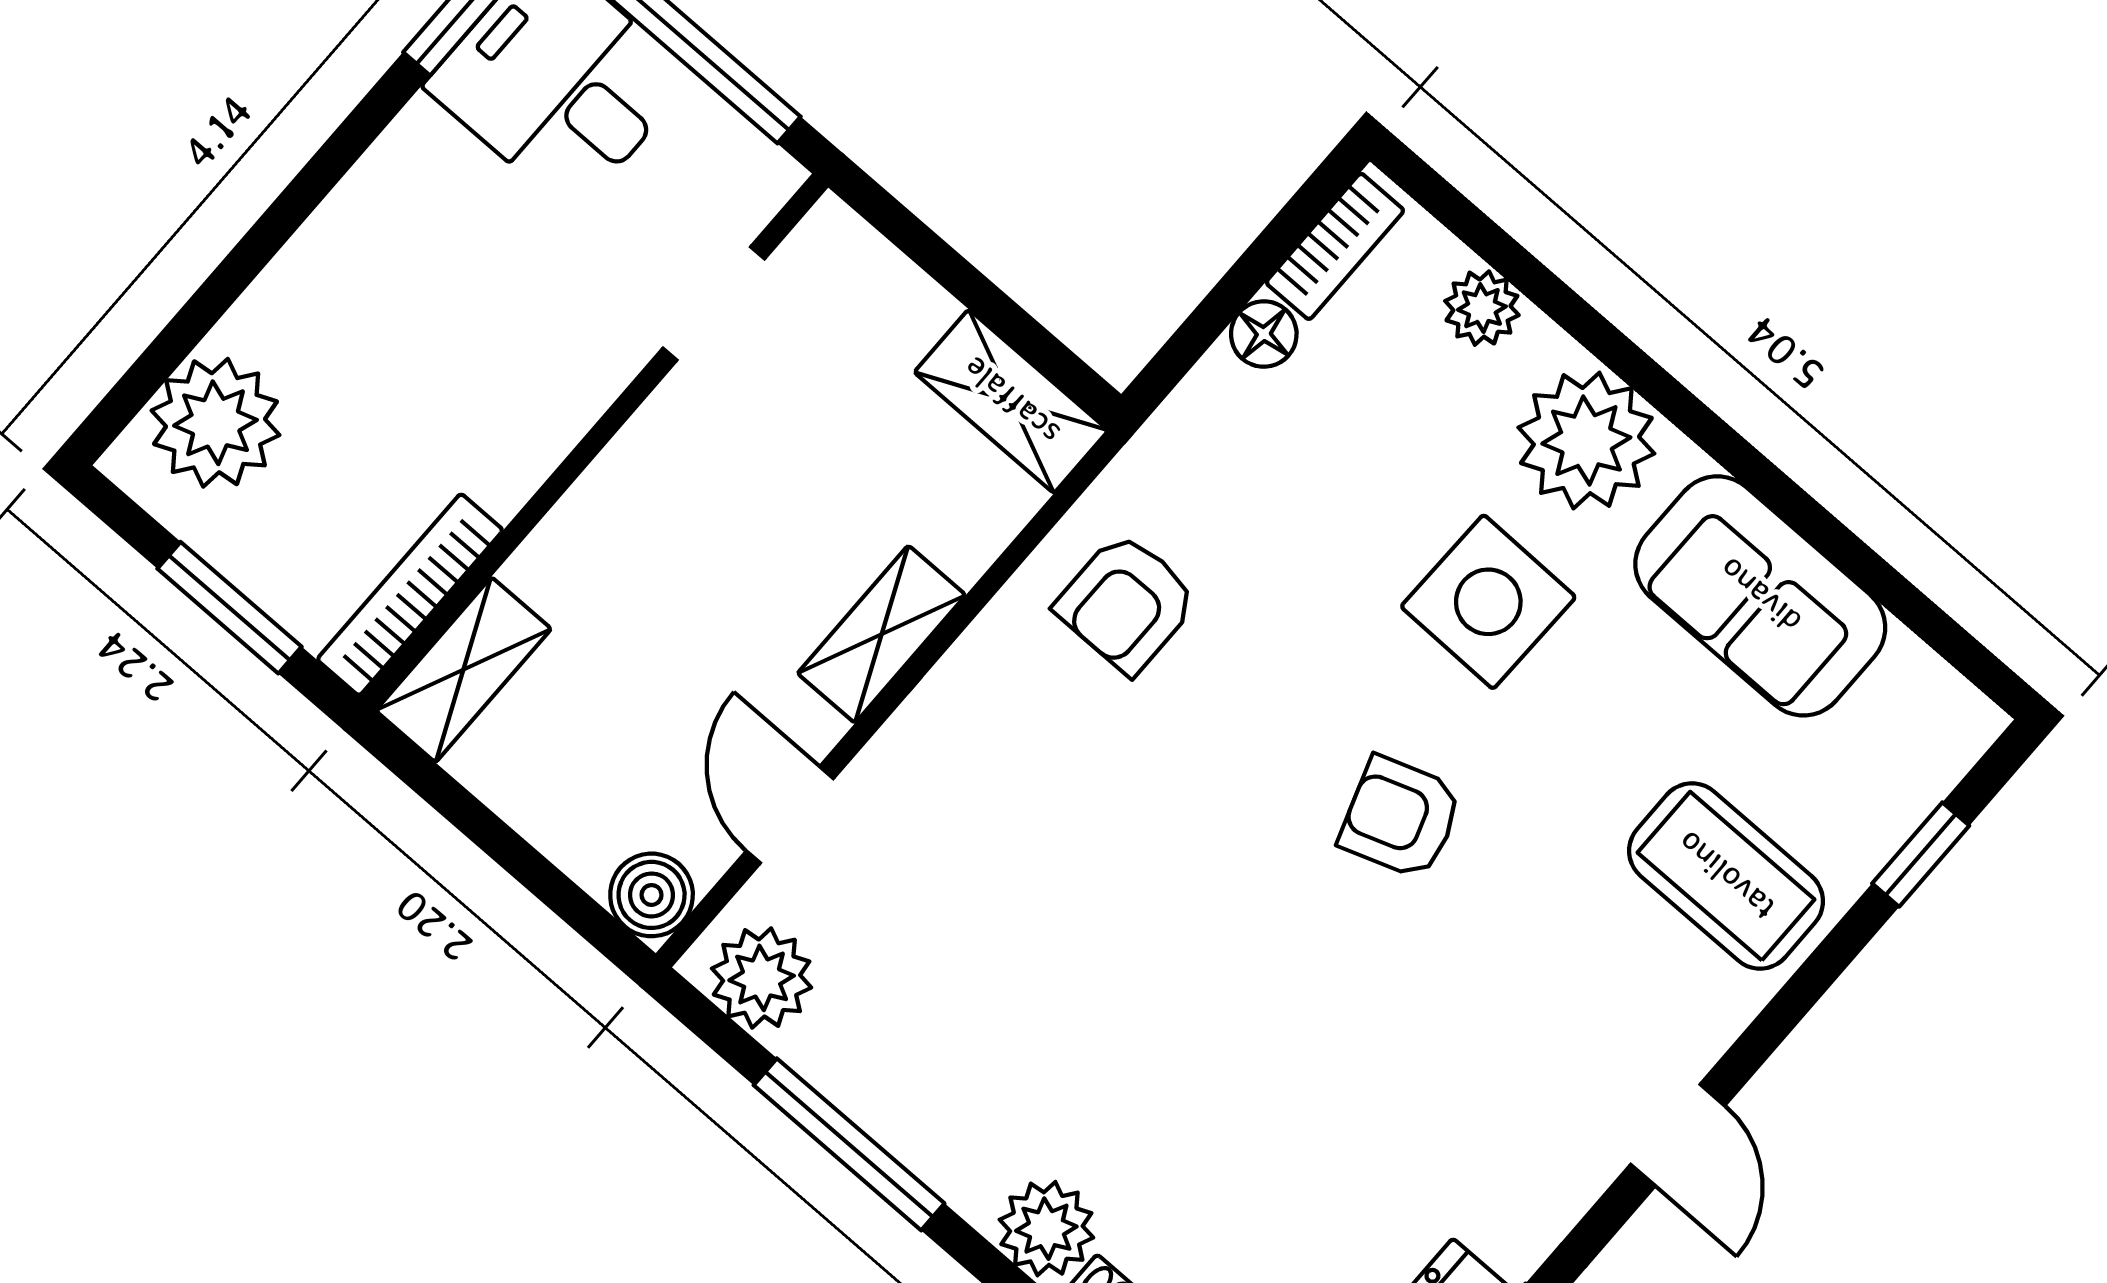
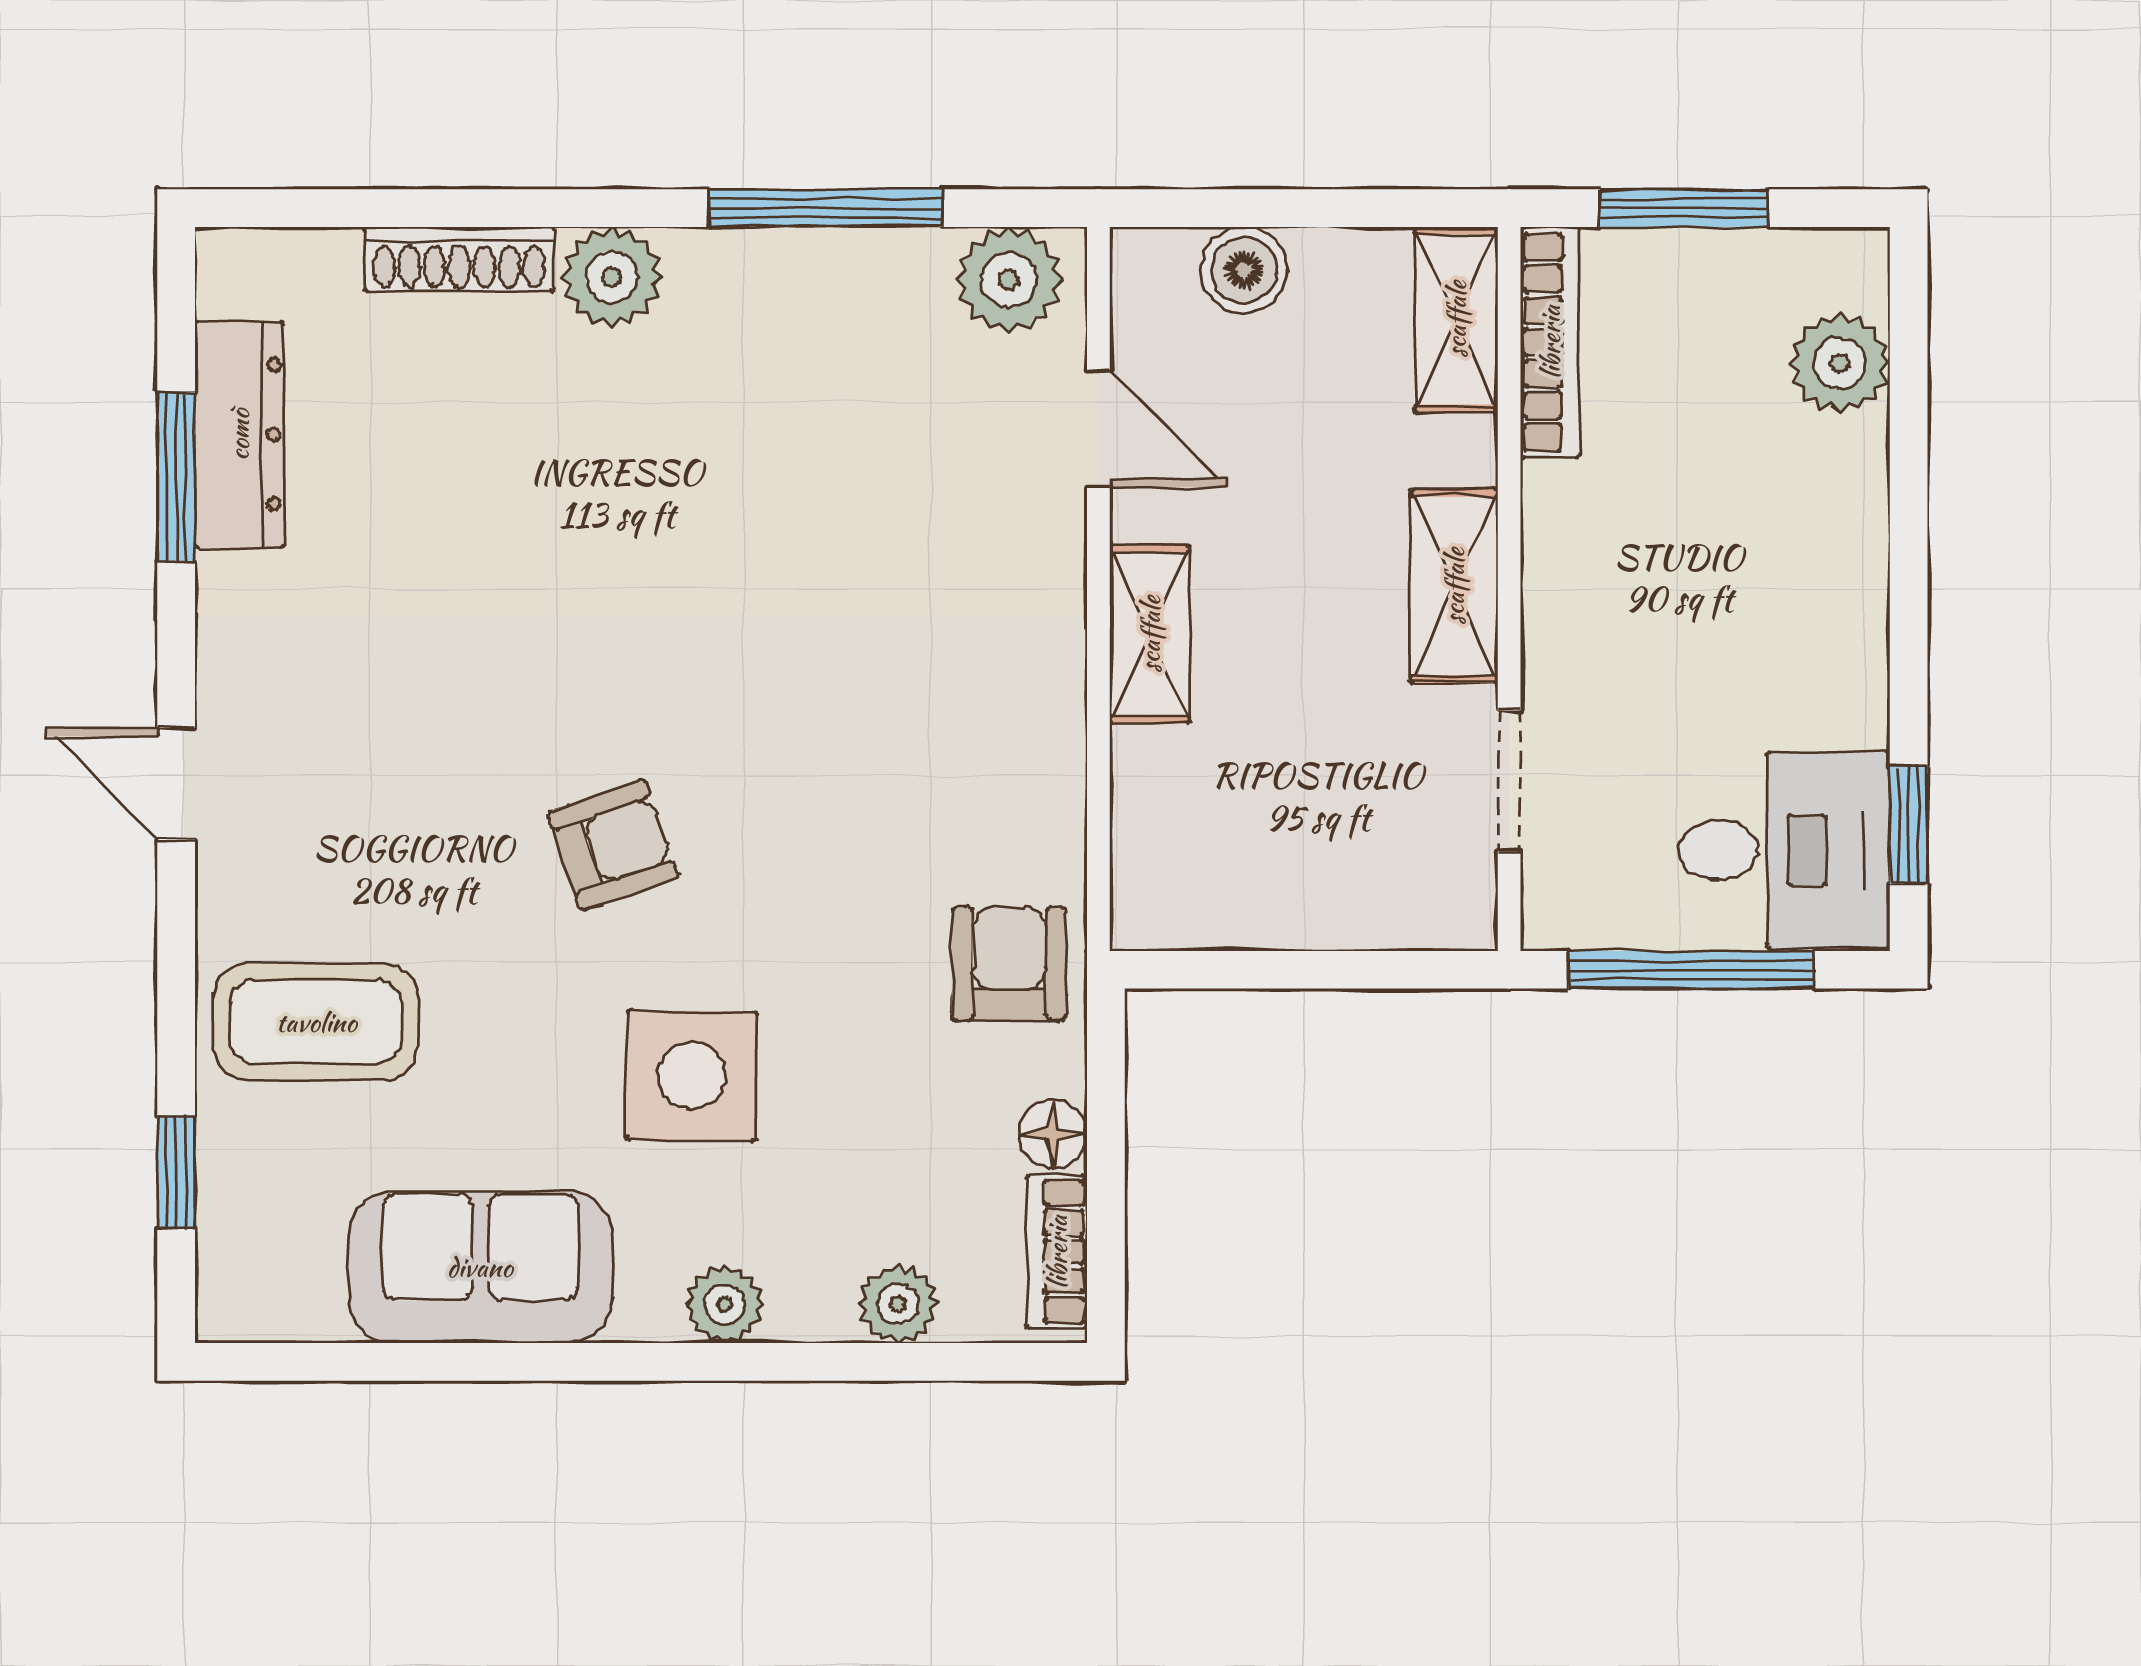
shelving: (1011, 401) -> (1454, 586), moved, turned 90
plant: (215, 423) -> (1840, 363), width x0.73, depth x0.73
plant: (1586, 441) -> (725, 1305), width x0.53, depth x0.53
armchair: (1127, 603) -> (1009, 964), moved
boiler: (652, 895) -> (1244, 270), moved

